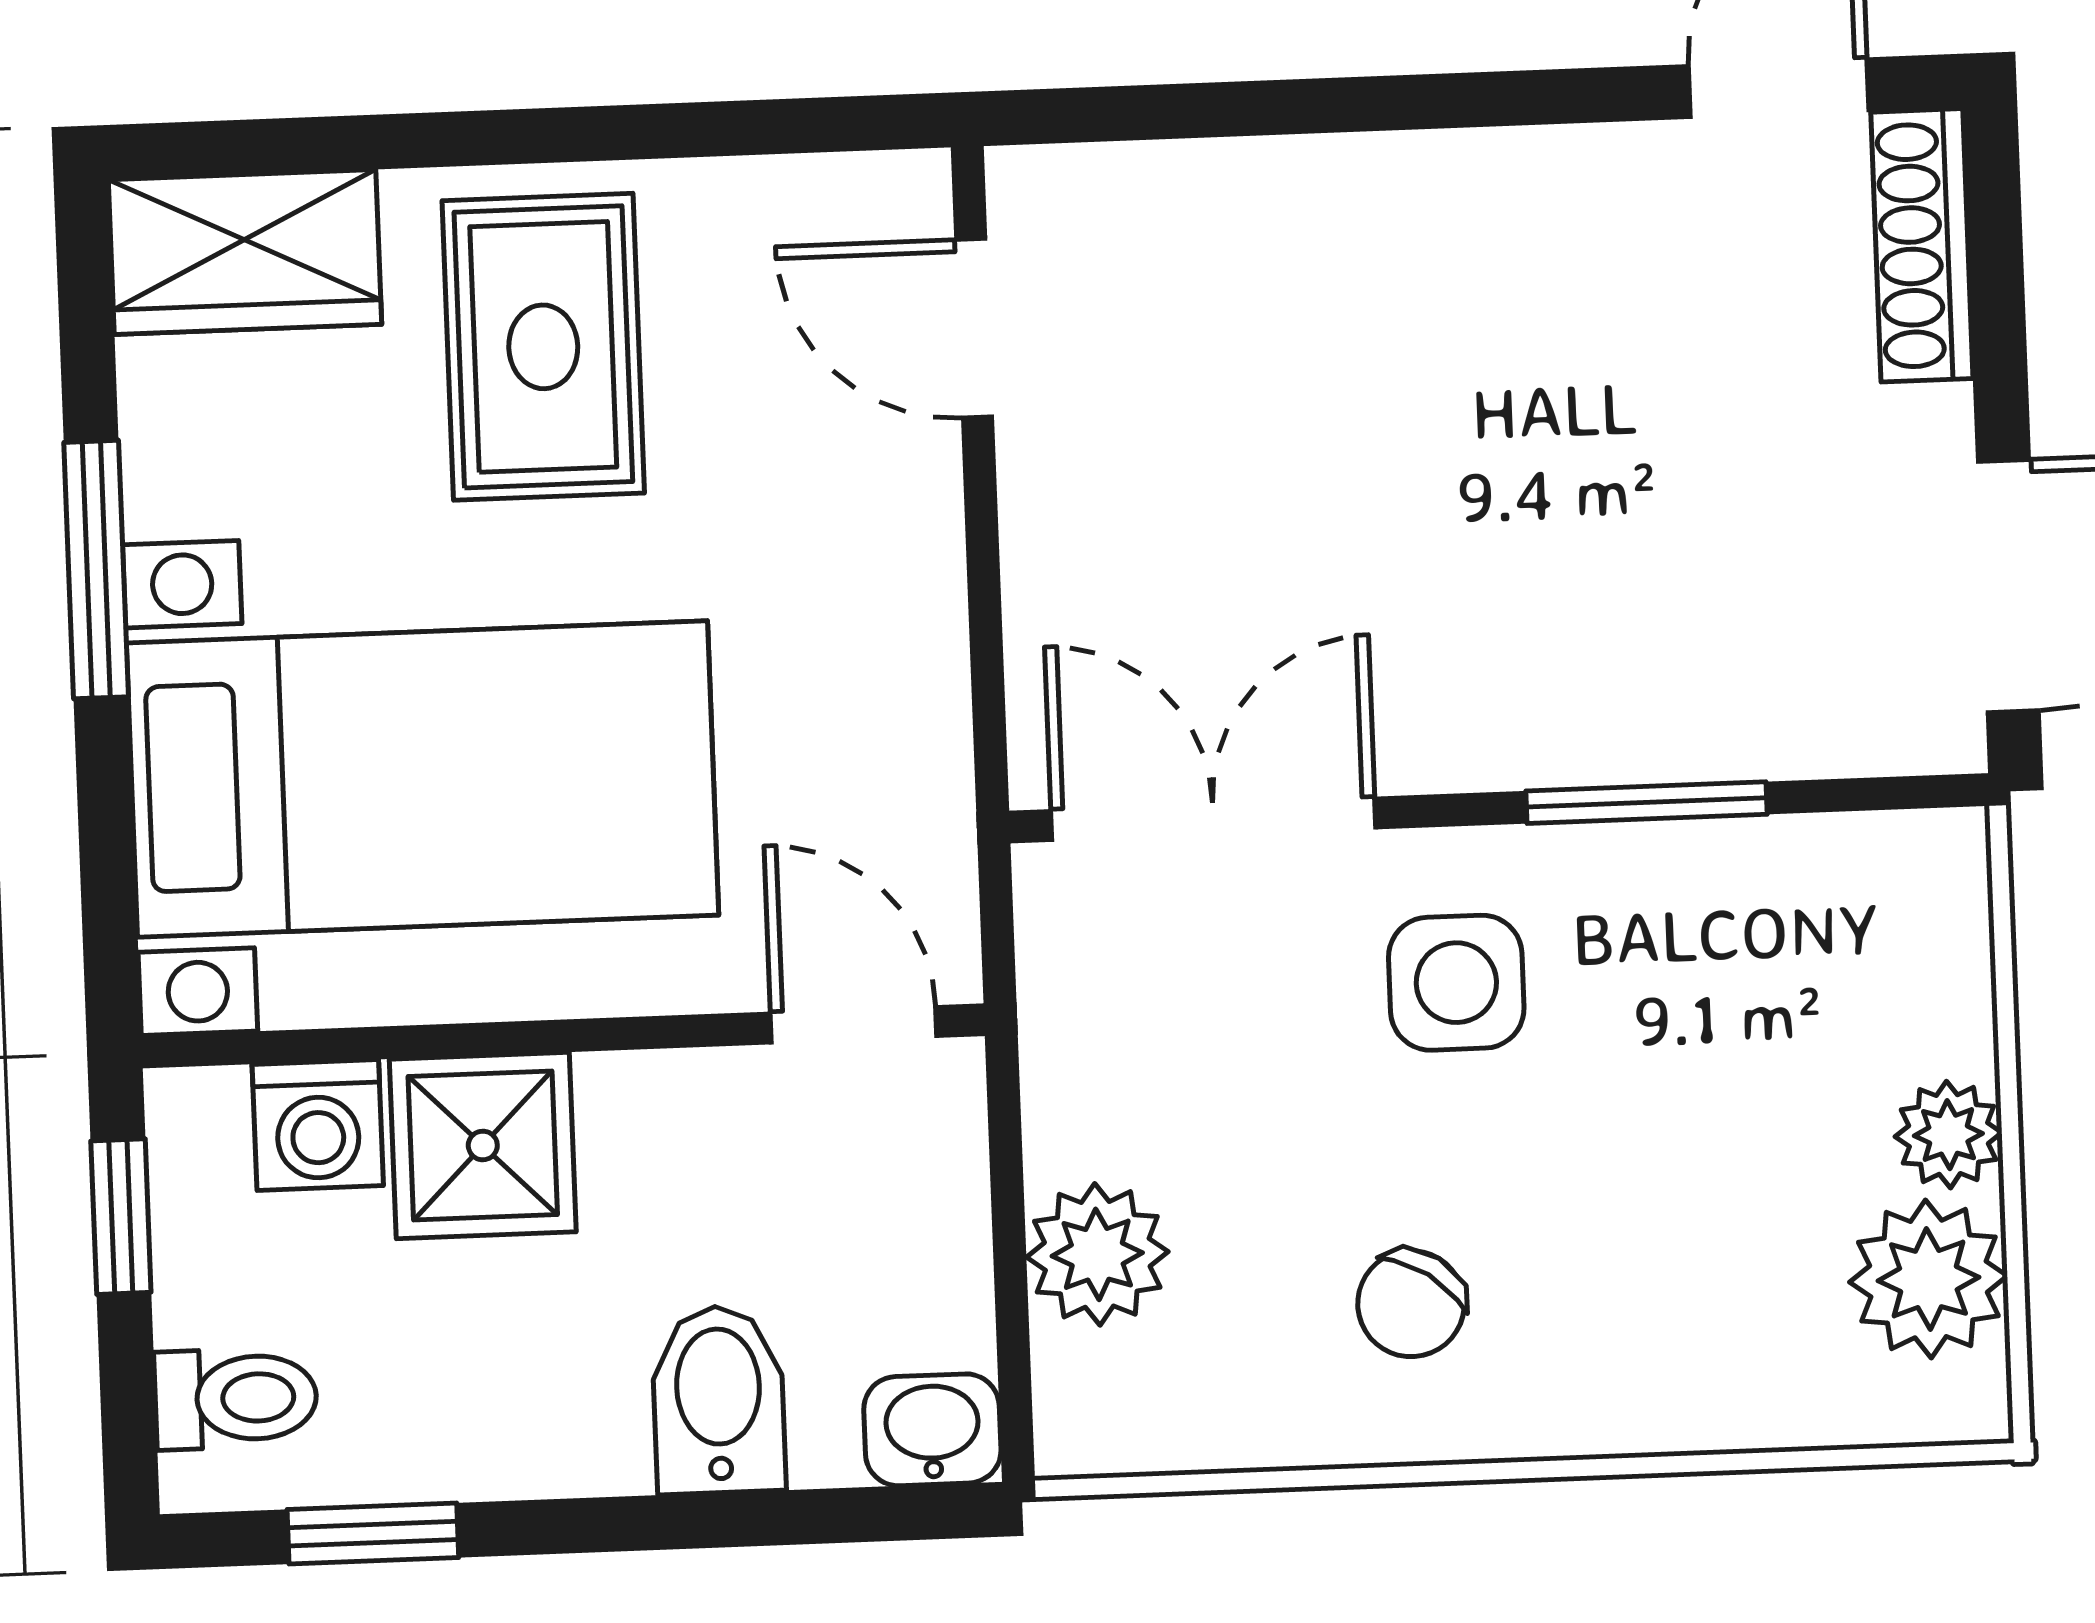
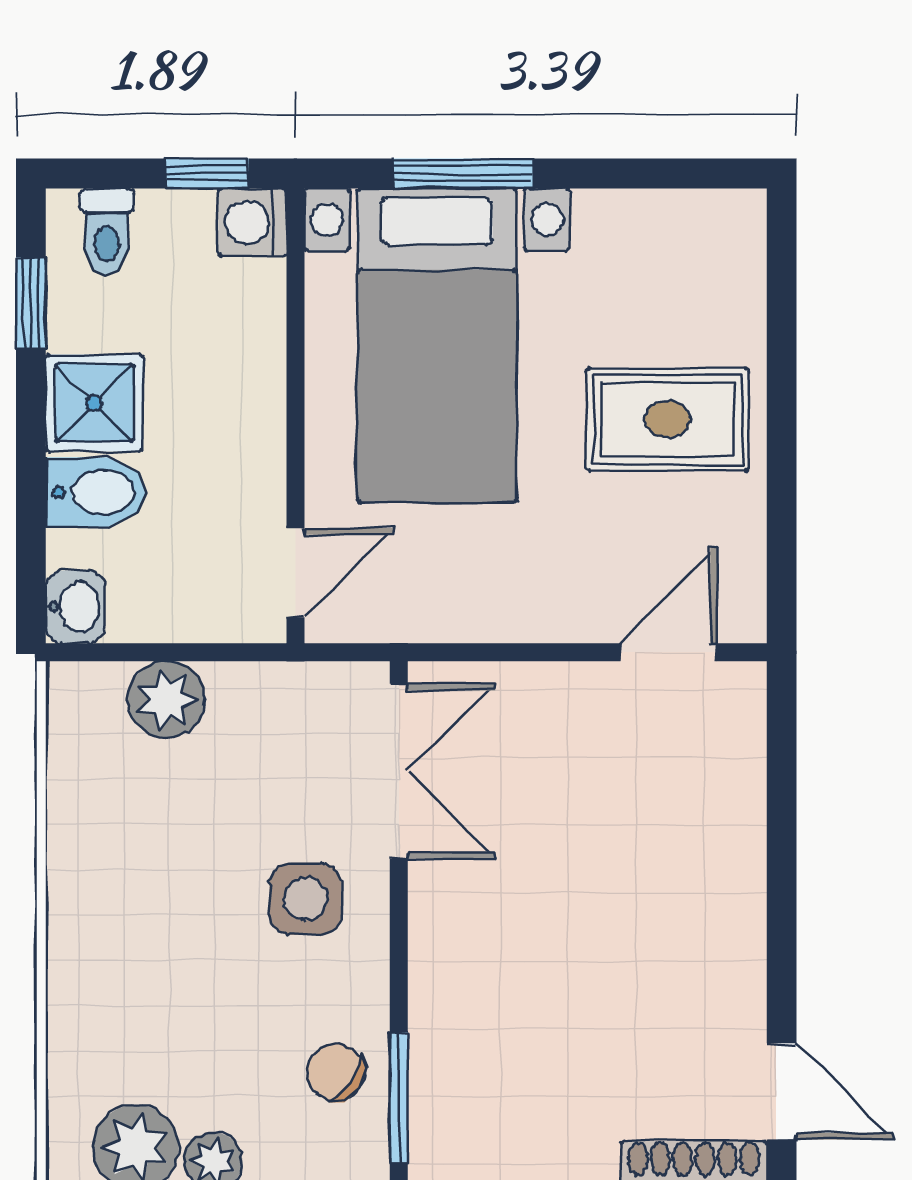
wardrobe: (245, 252) -> (725, 260), removed
window: (96, 570) -> (463, 174), moved
window: (1647, 803) -> (399, 1098), moved
washing machine: (318, 1125) -> (252, 222), moved
shower: (483, 1145) -> (94, 403), moved
chair: (1411, 1304) -> (336, 1072), moved

